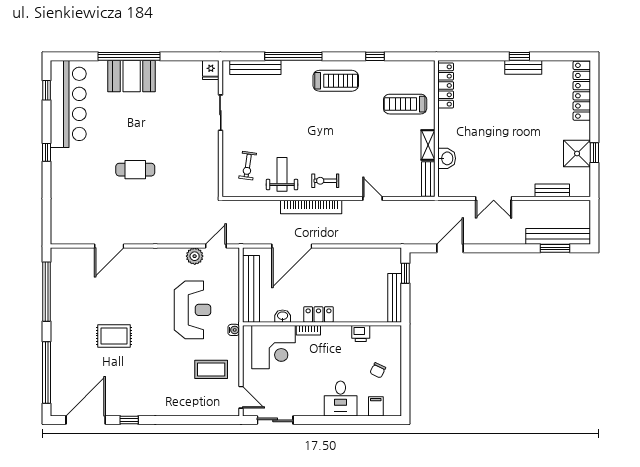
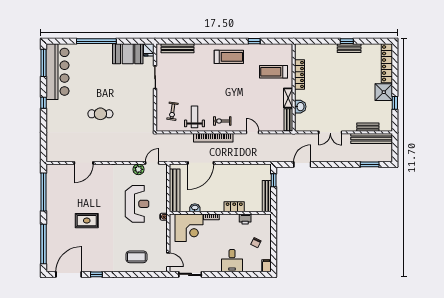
window: (293, 56) -> (202, 41), removed
booth: (132, 76) -> (128, 54), moved
locker: (446, 85) -> (300, 74), moved
window: (47, 90) -> (43, 63), width x2.17
shower: (577, 154) -> (384, 92), moved
bench: (558, 236) -> (372, 139), moved
locker: (319, 314) -> (234, 207), moved
coffee table: (211, 369) -> (136, 257), moved
filing cabinet: (376, 406) -> (267, 266), moved

